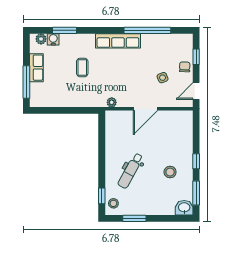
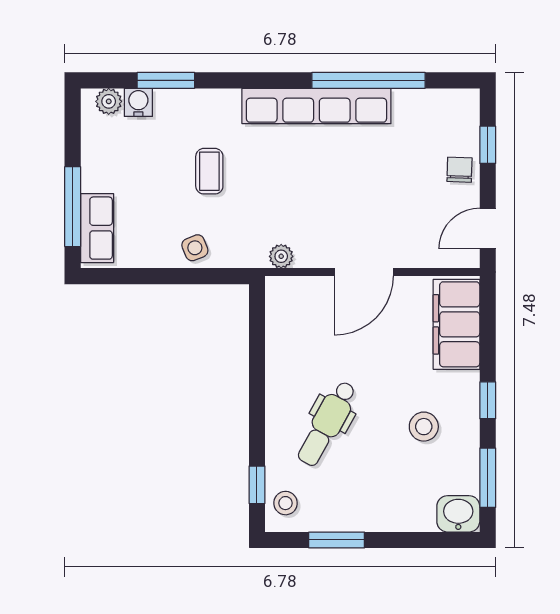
row of seats: (118, 41) -> (316, 106), width x1.36
row of seats: (36, 68) -> (97, 228), moved
side table: (163, 78) -> (195, 248), moved
filing cabinet: (183, 130) -> (456, 324), added

